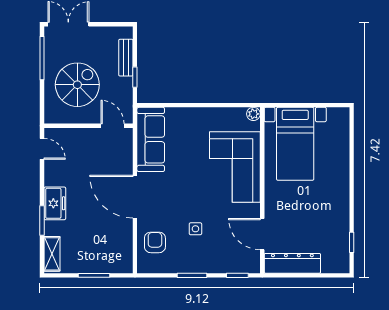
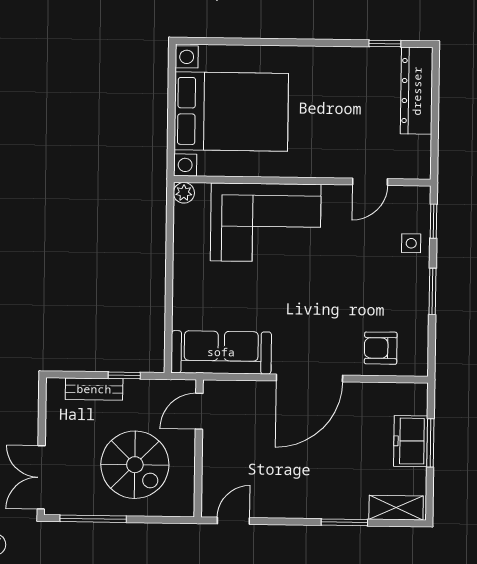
spiral stairs: (77, 85) -> (135, 465), turned 180
bed with nightstands: (295, 144) -> (231, 112), width x1.36
freezer: (55, 203) -> (411, 441), moved, turned -90
side table: (195, 229) -> (411, 243), moved
door: (262, 234) -> (370, 182), width x0.73
dresser: (292, 263) -> (417, 91), moved

